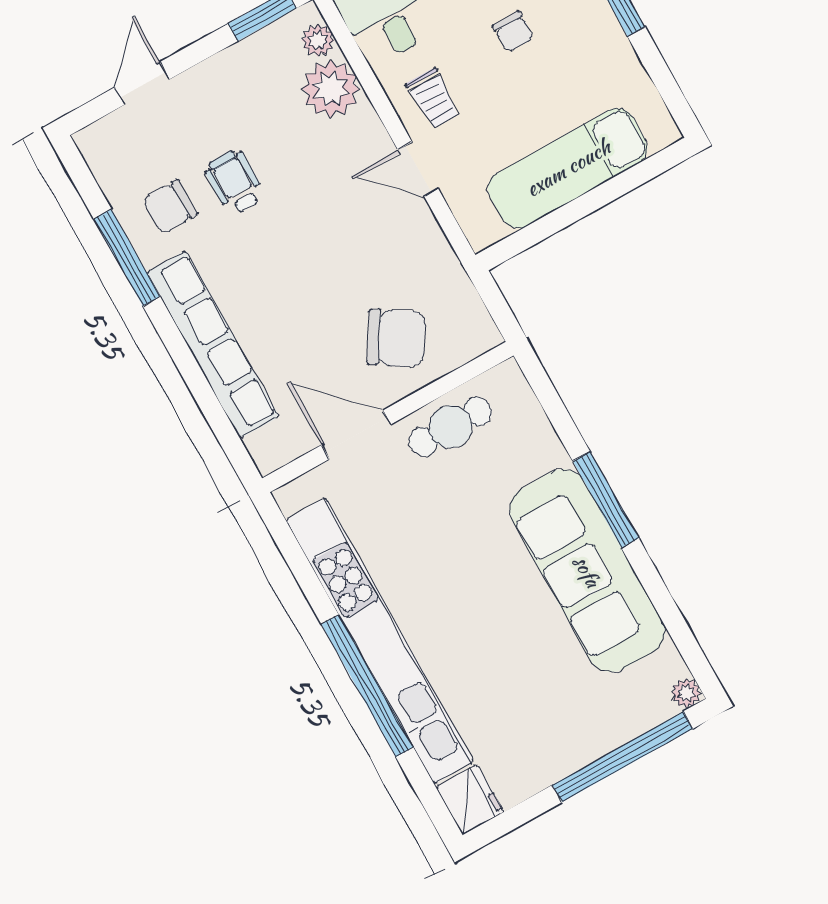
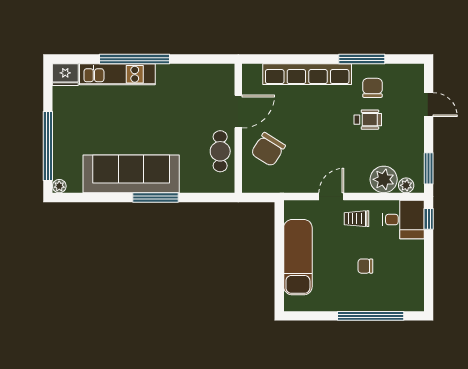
kitchen unit: (380, 641) -> (117, 74), width x0.54

